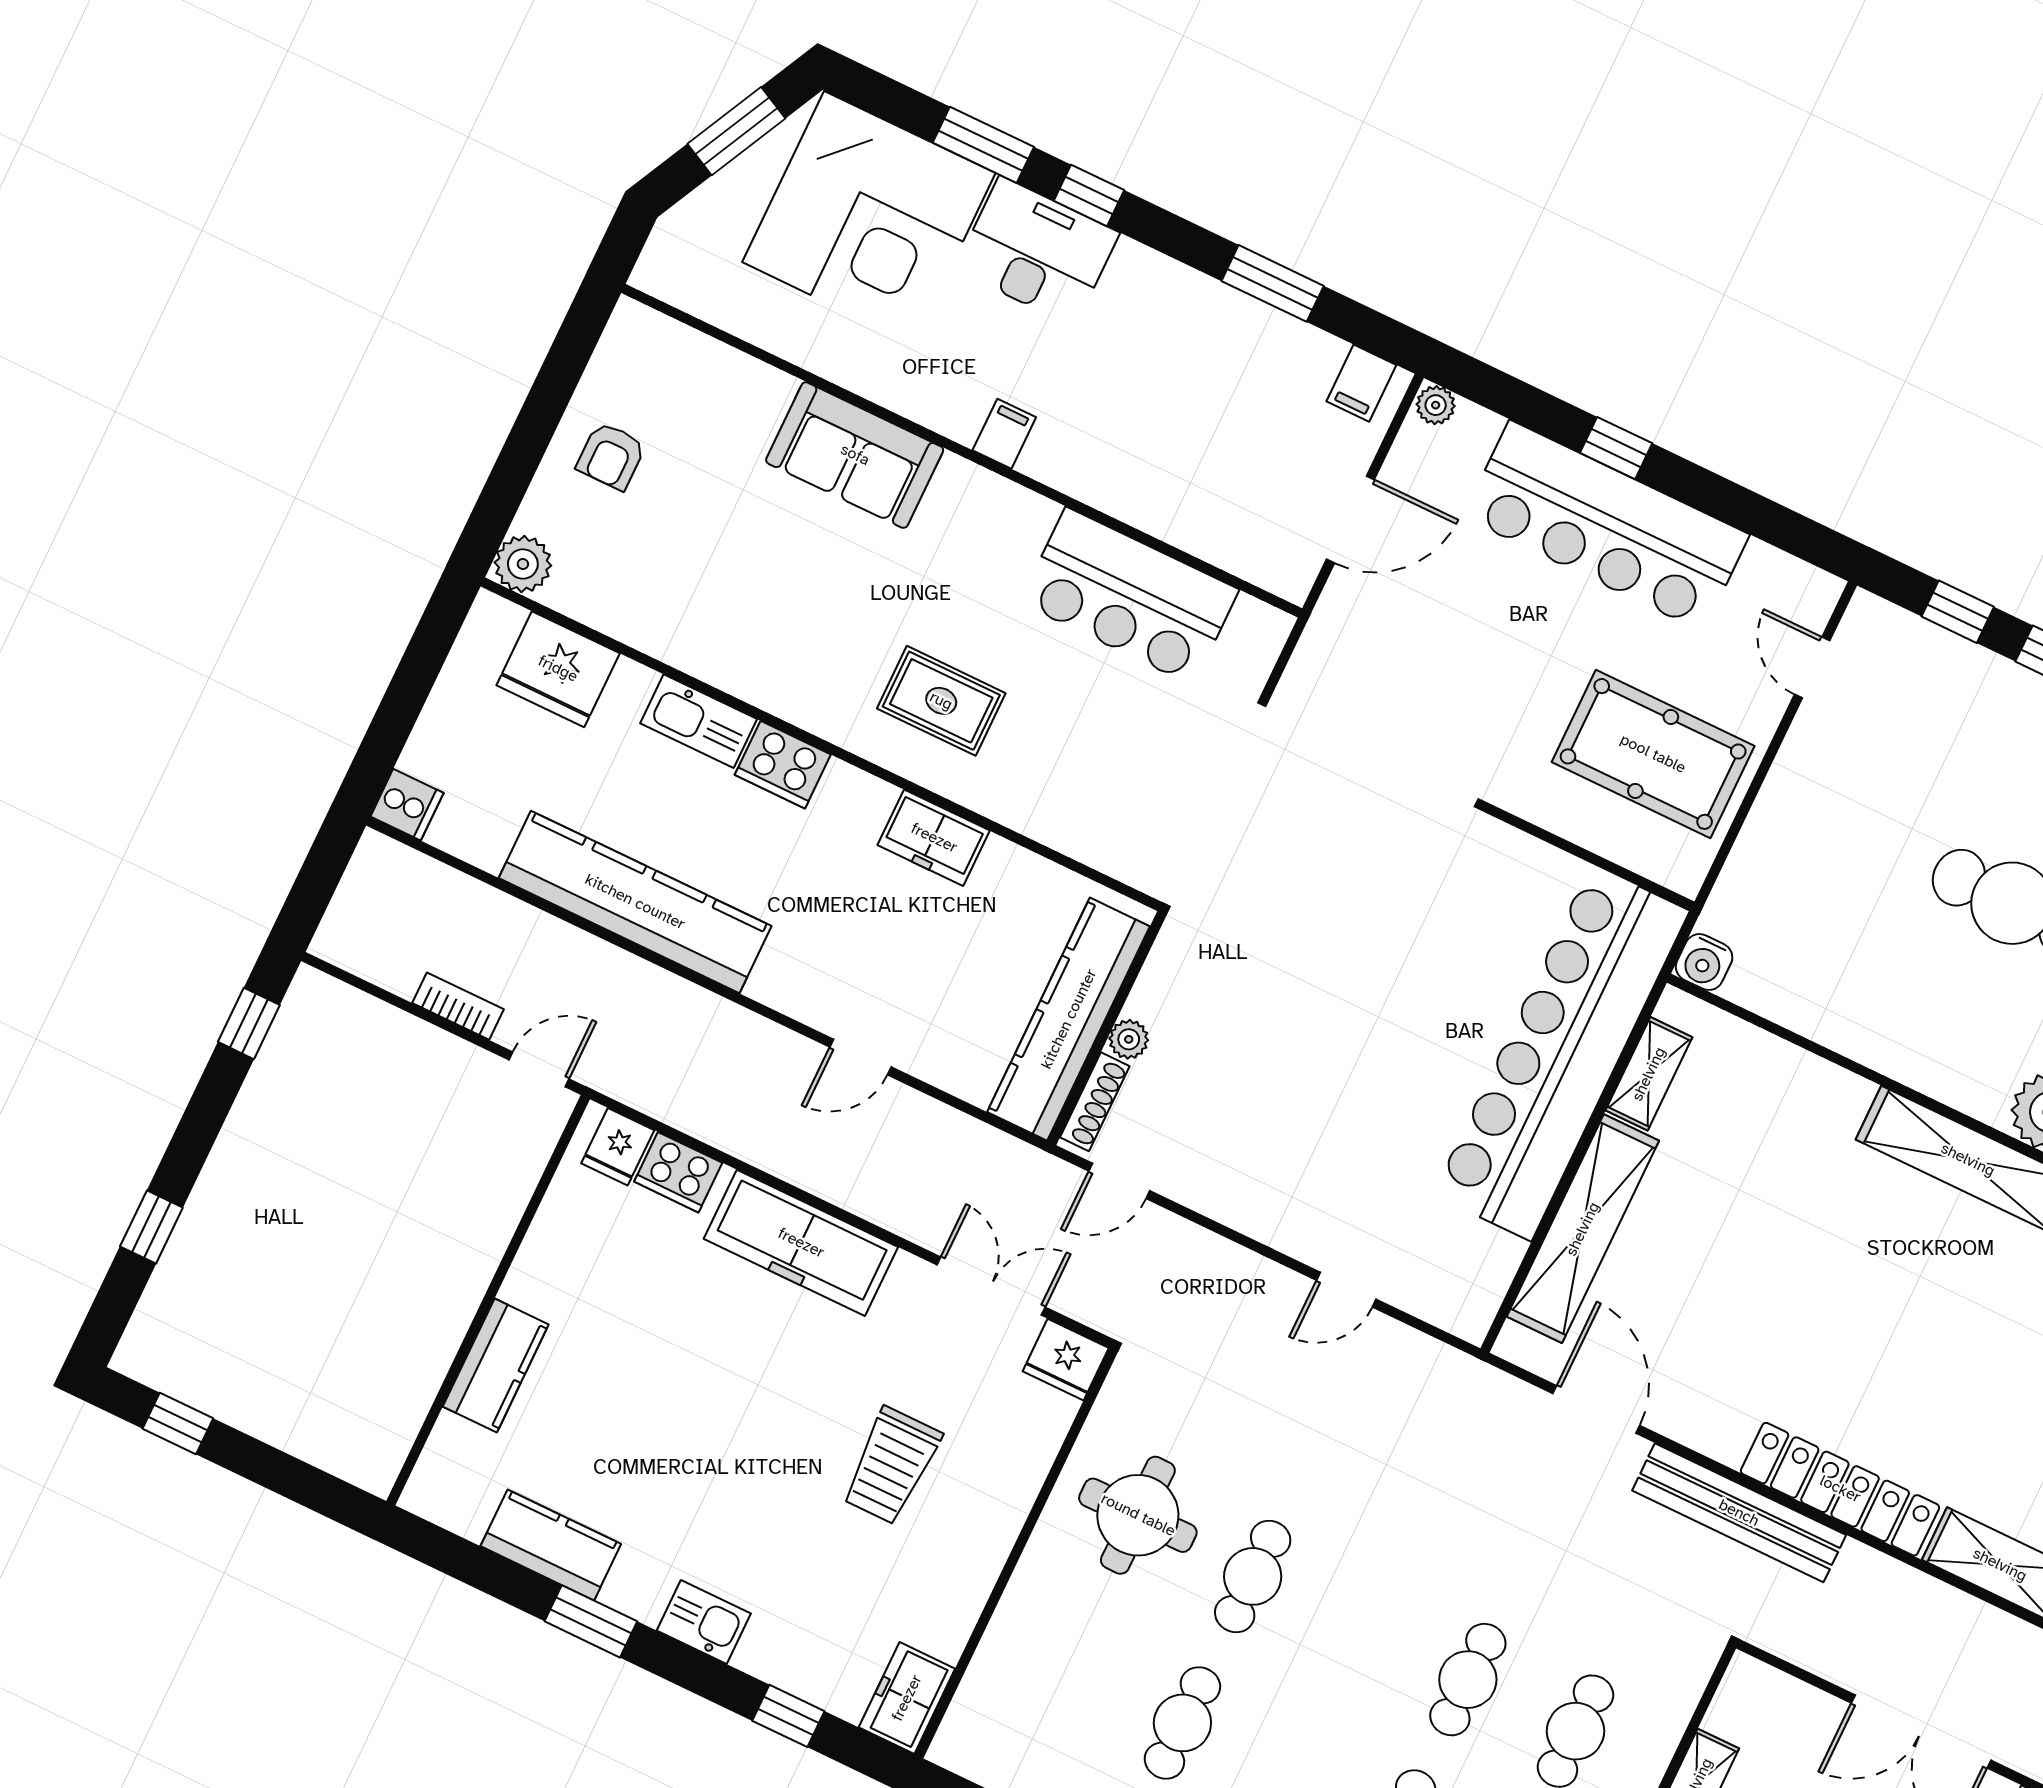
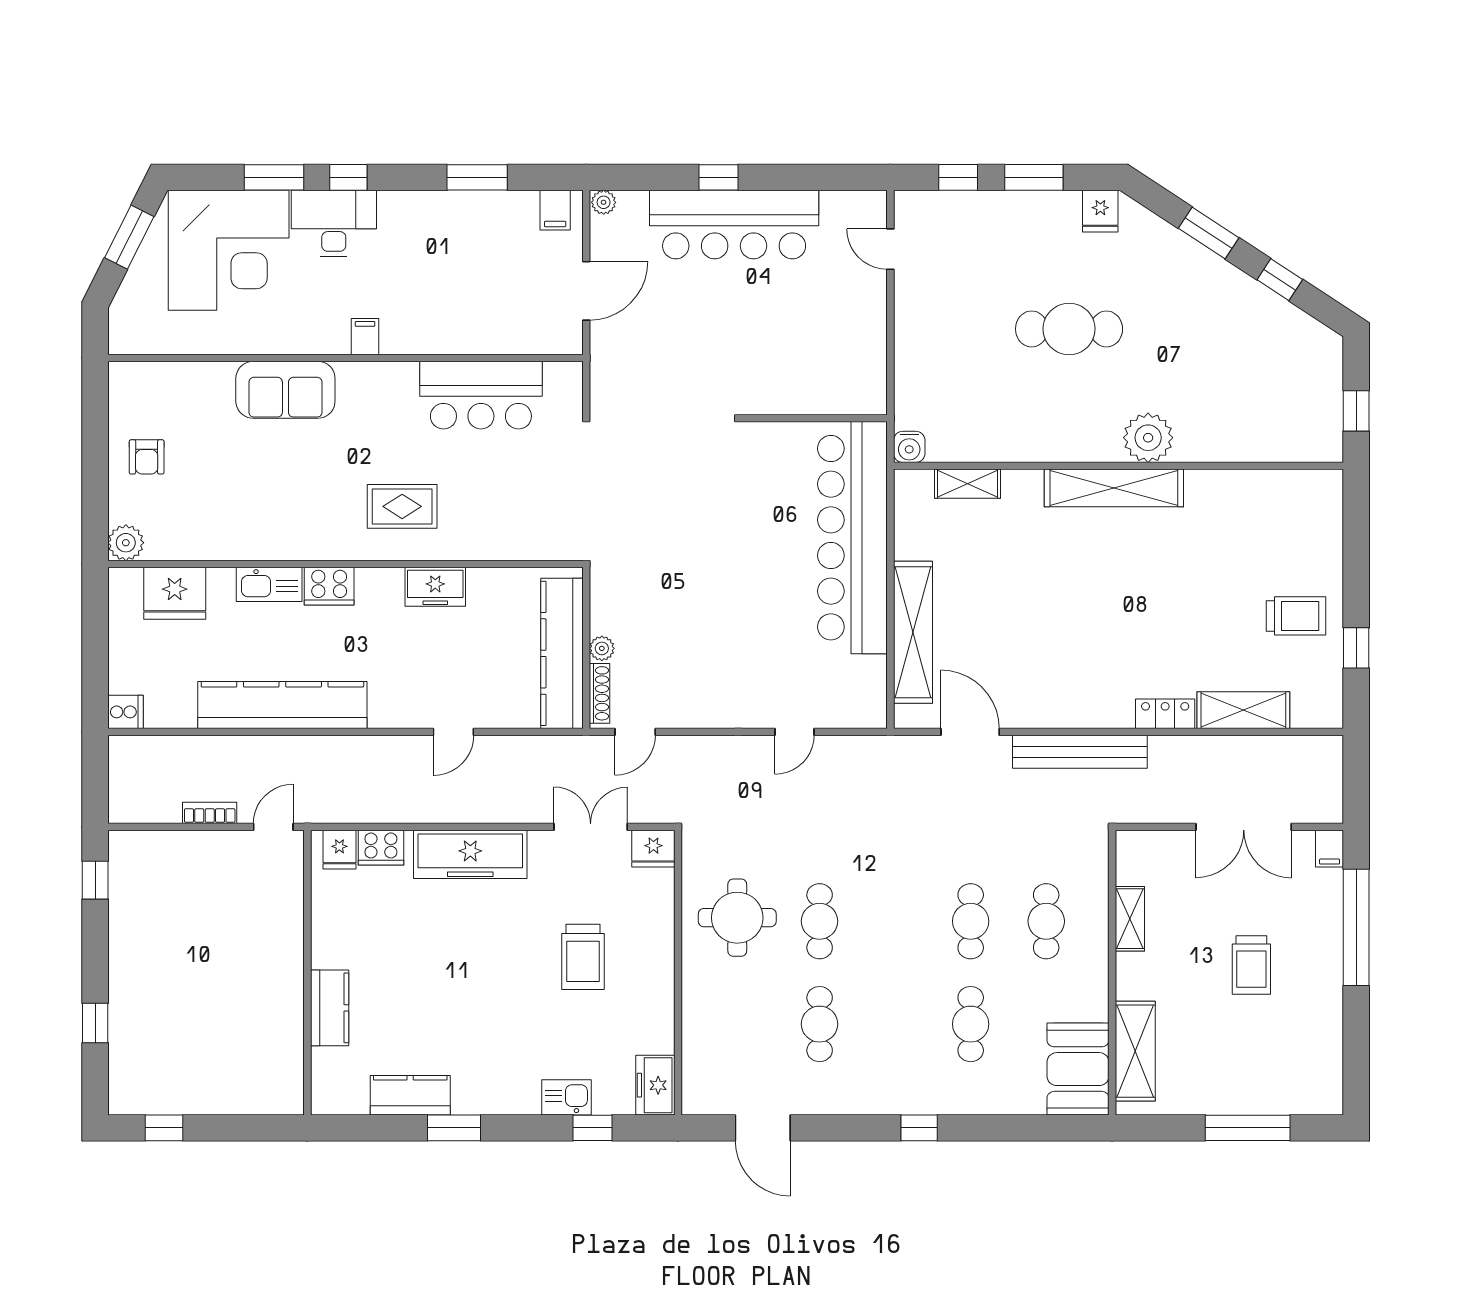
pool table: (1653, 754) -> (823, 342), removed
shelving: (1649, 1074) -> (968, 484), moved, turned 90
locker: (1840, 1489) -> (1165, 714), width x0.46, depth x0.83
kitchen sink: (704, 1622) -> (567, 1097), moved

